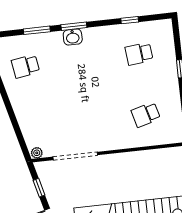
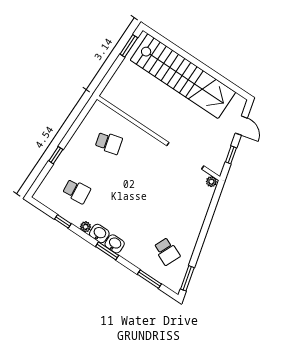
window: (37, 30) -> (149, 279), moved
plant: (108, 31) -> (86, 227), added
washbasin: (92, 35) -> (99, 234), added
school desk: (25, 66) -> (167, 251), turned 33

